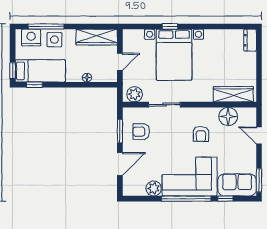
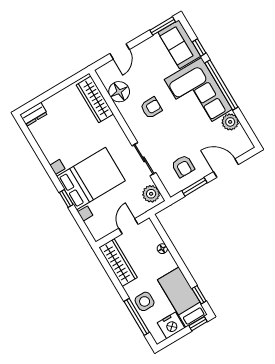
nightstand: (31, 38) -> (171, 325), moved, turned -90
door: (120, 62) -> (128, 226), hinge flipped

